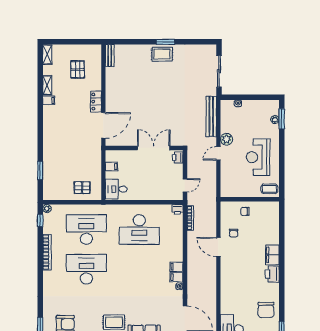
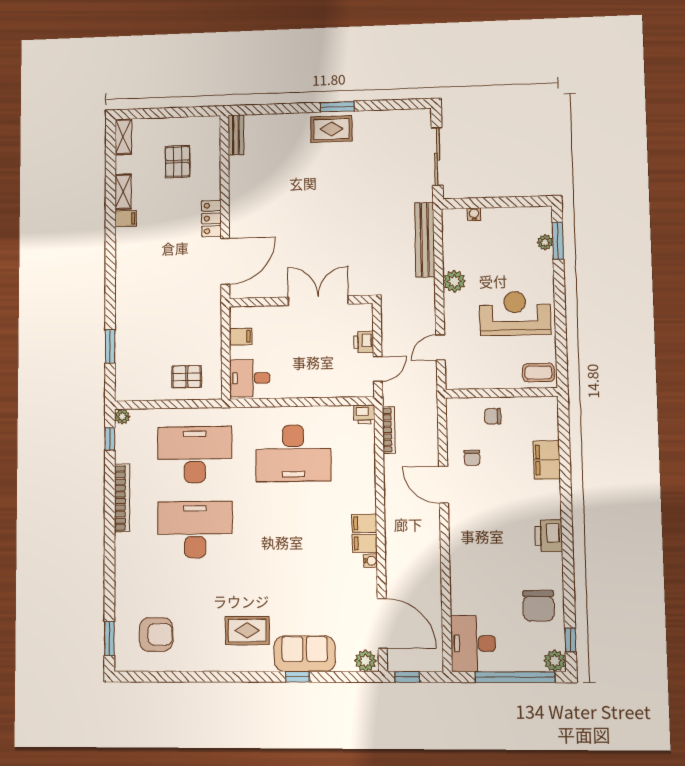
door: (218, 153) -> (440, 347), moved
printer: (178, 157) -> (364, 342), moved
reception desk: (258, 157) -> (515, 313), turned 90
filing cabinet: (272, 255) -> (547, 460), moved

